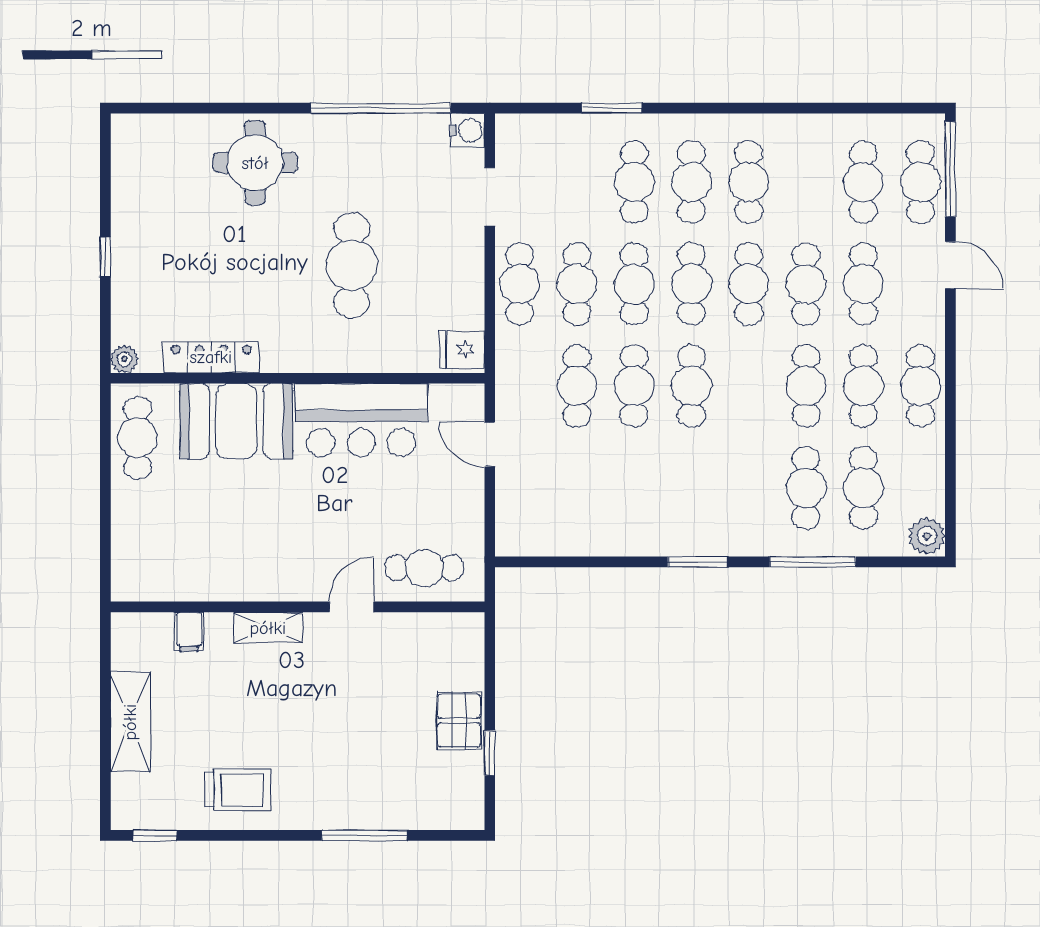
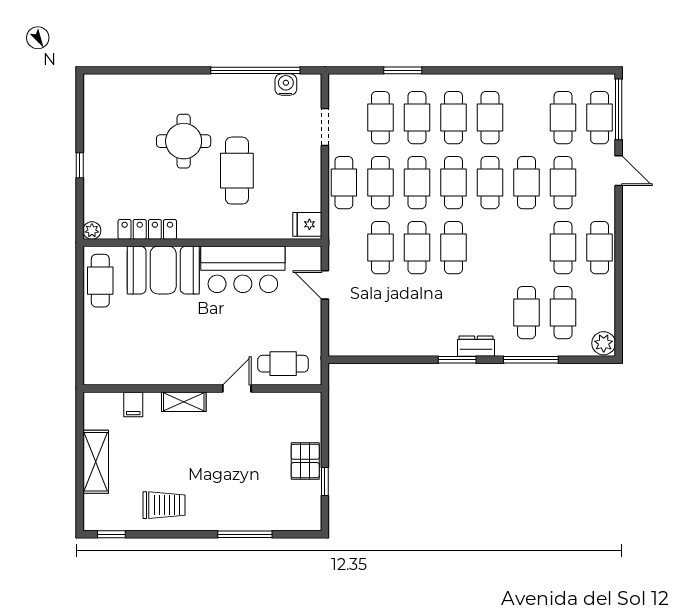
water cooler: (468, 130) -> (286, 85), moved, turned -90
round table: (255, 163) -> (184, 141), moved
cafe table: (806, 386) -> (380, 118), moved
dresser: (727, 540) -> (476, 346), added

